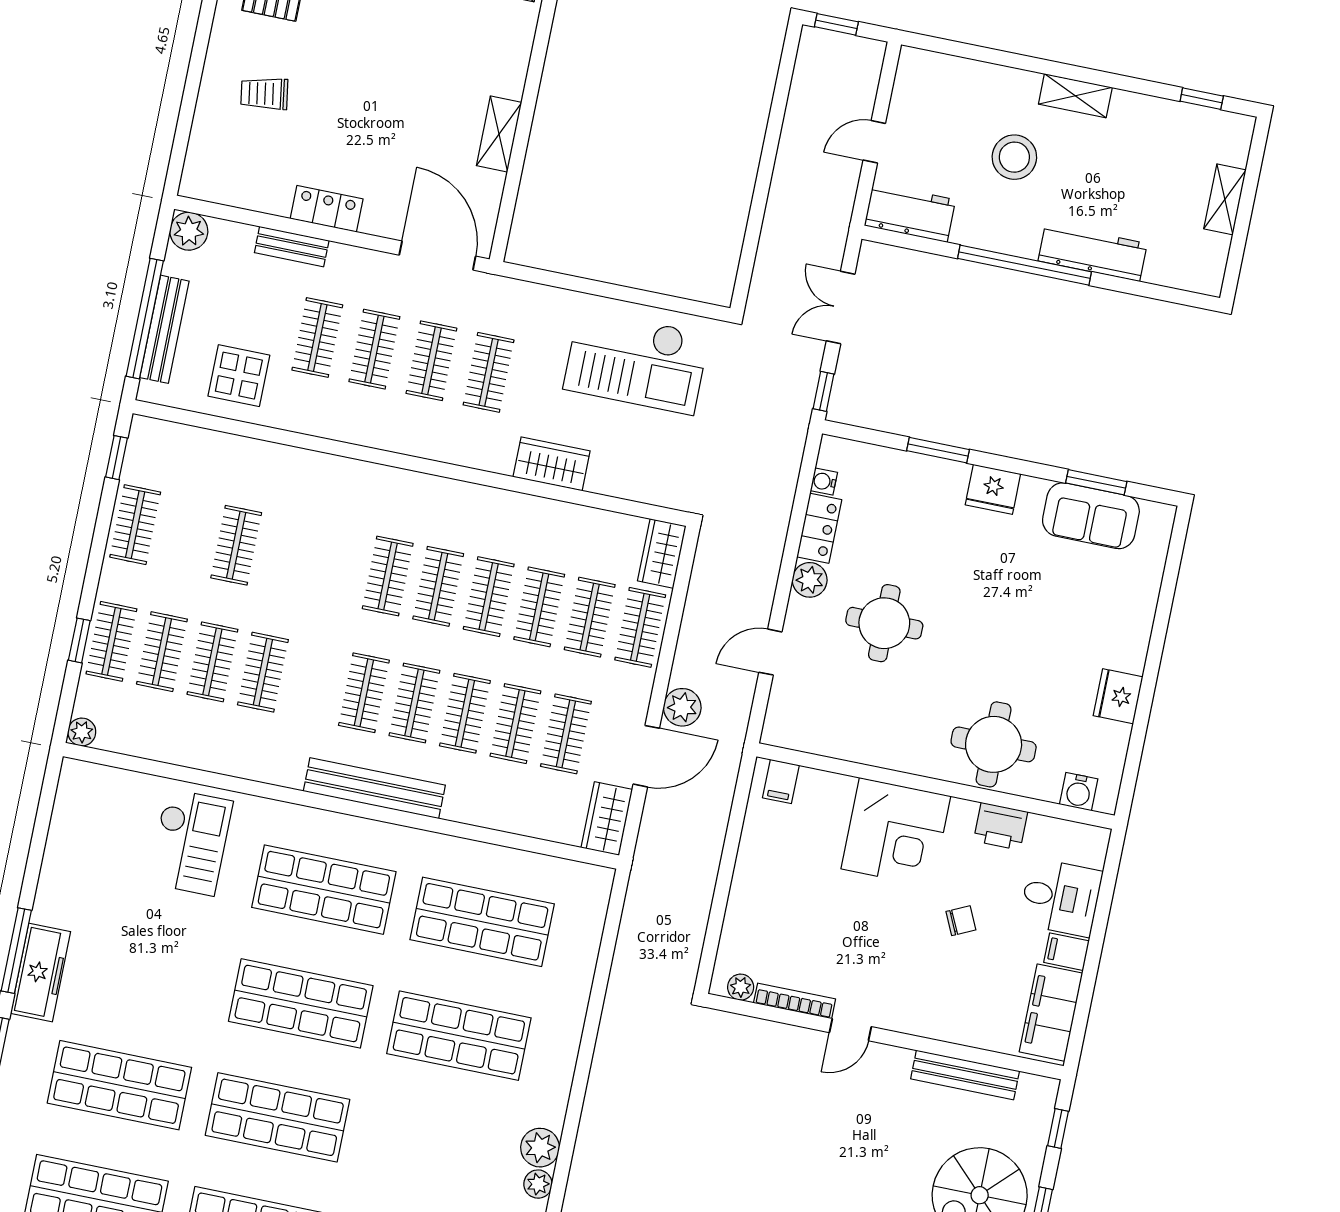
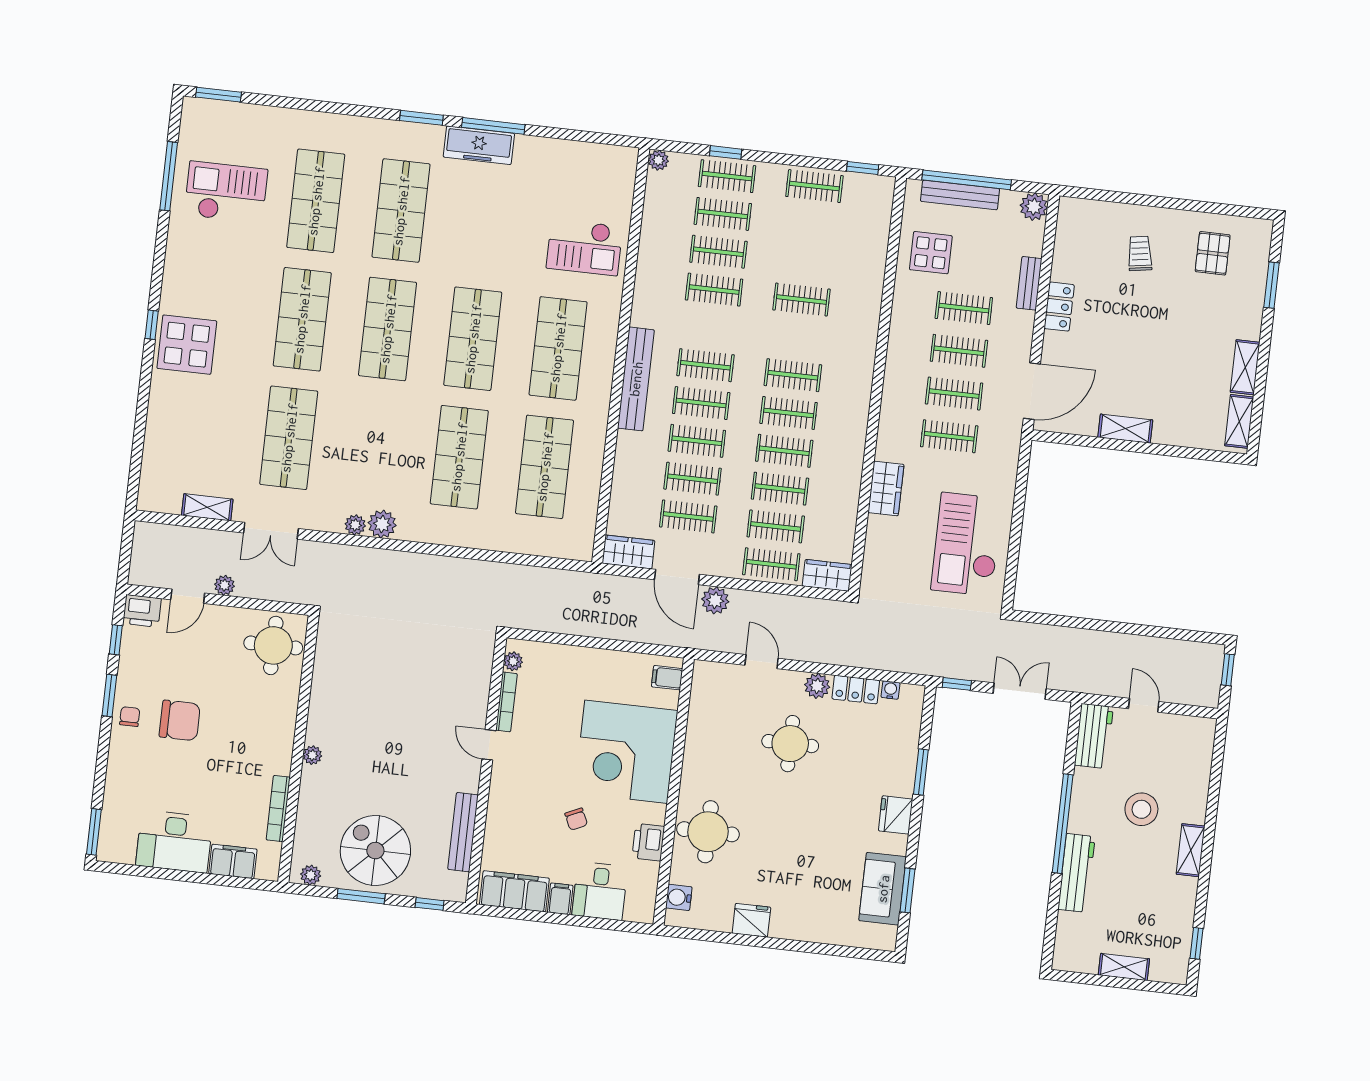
clothes rail: (236, 545) -> (801, 300), moved
corner desk: (896, 832) -> (626, 752), width x1.36, depth x1.36

